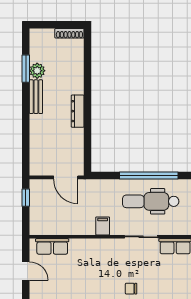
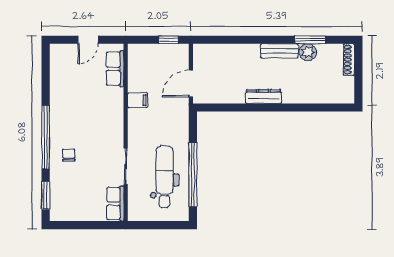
shoe rack: (69, 33) -> (349, 60), moved
filing cabinet: (103, 226) -> (138, 100), moved

